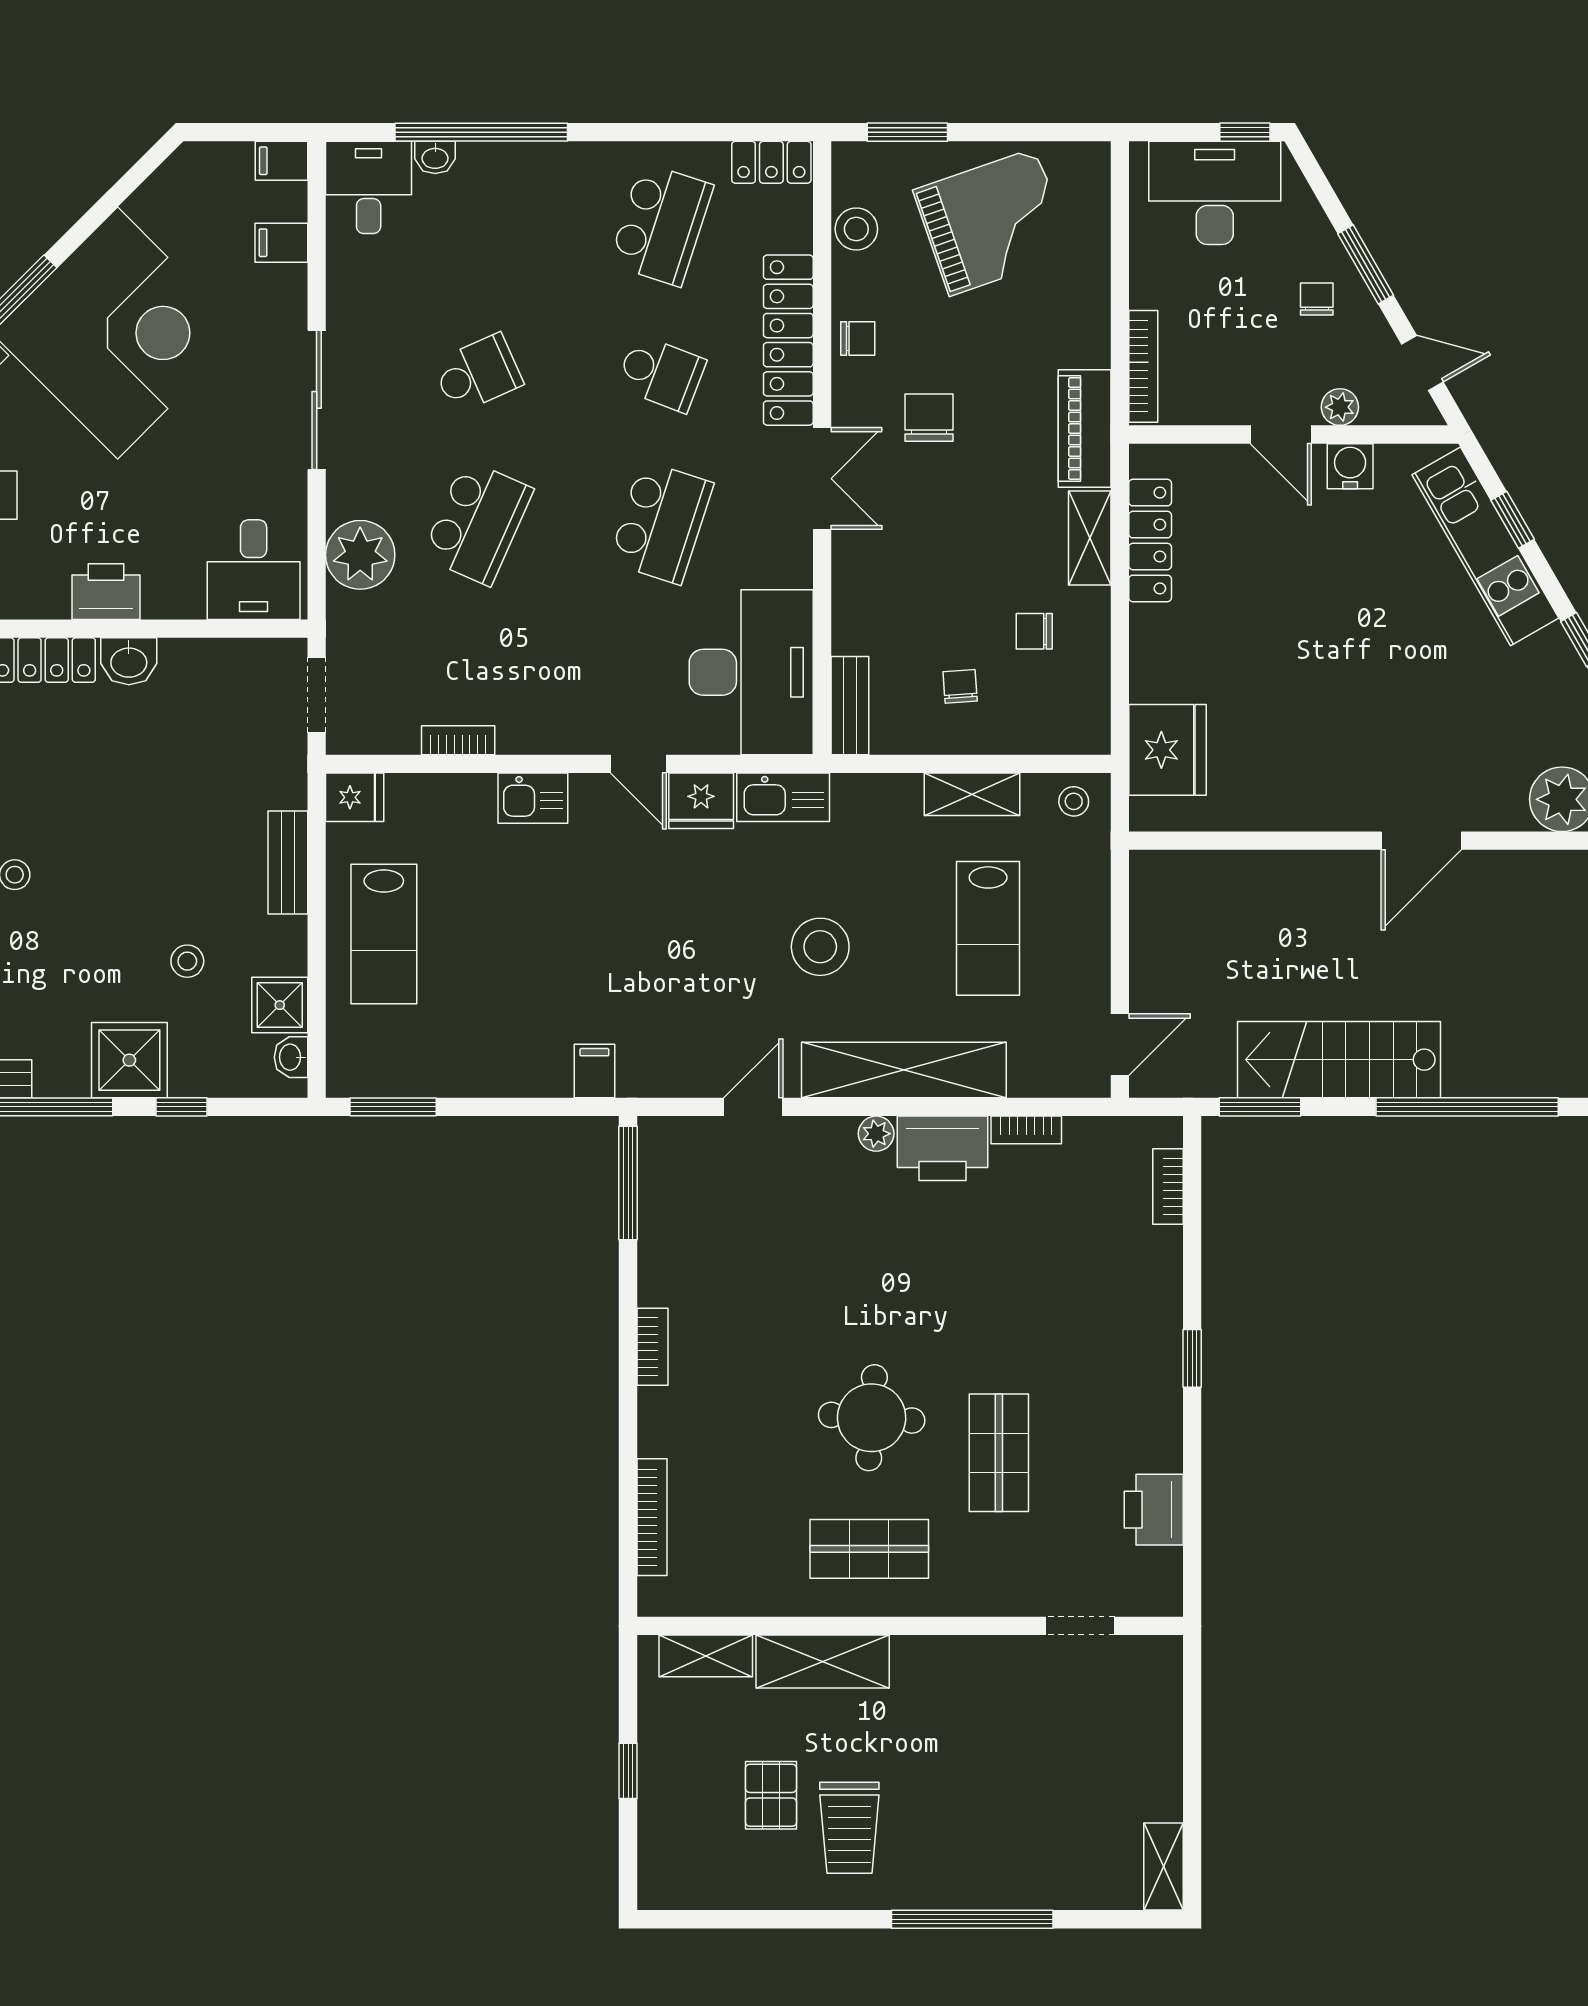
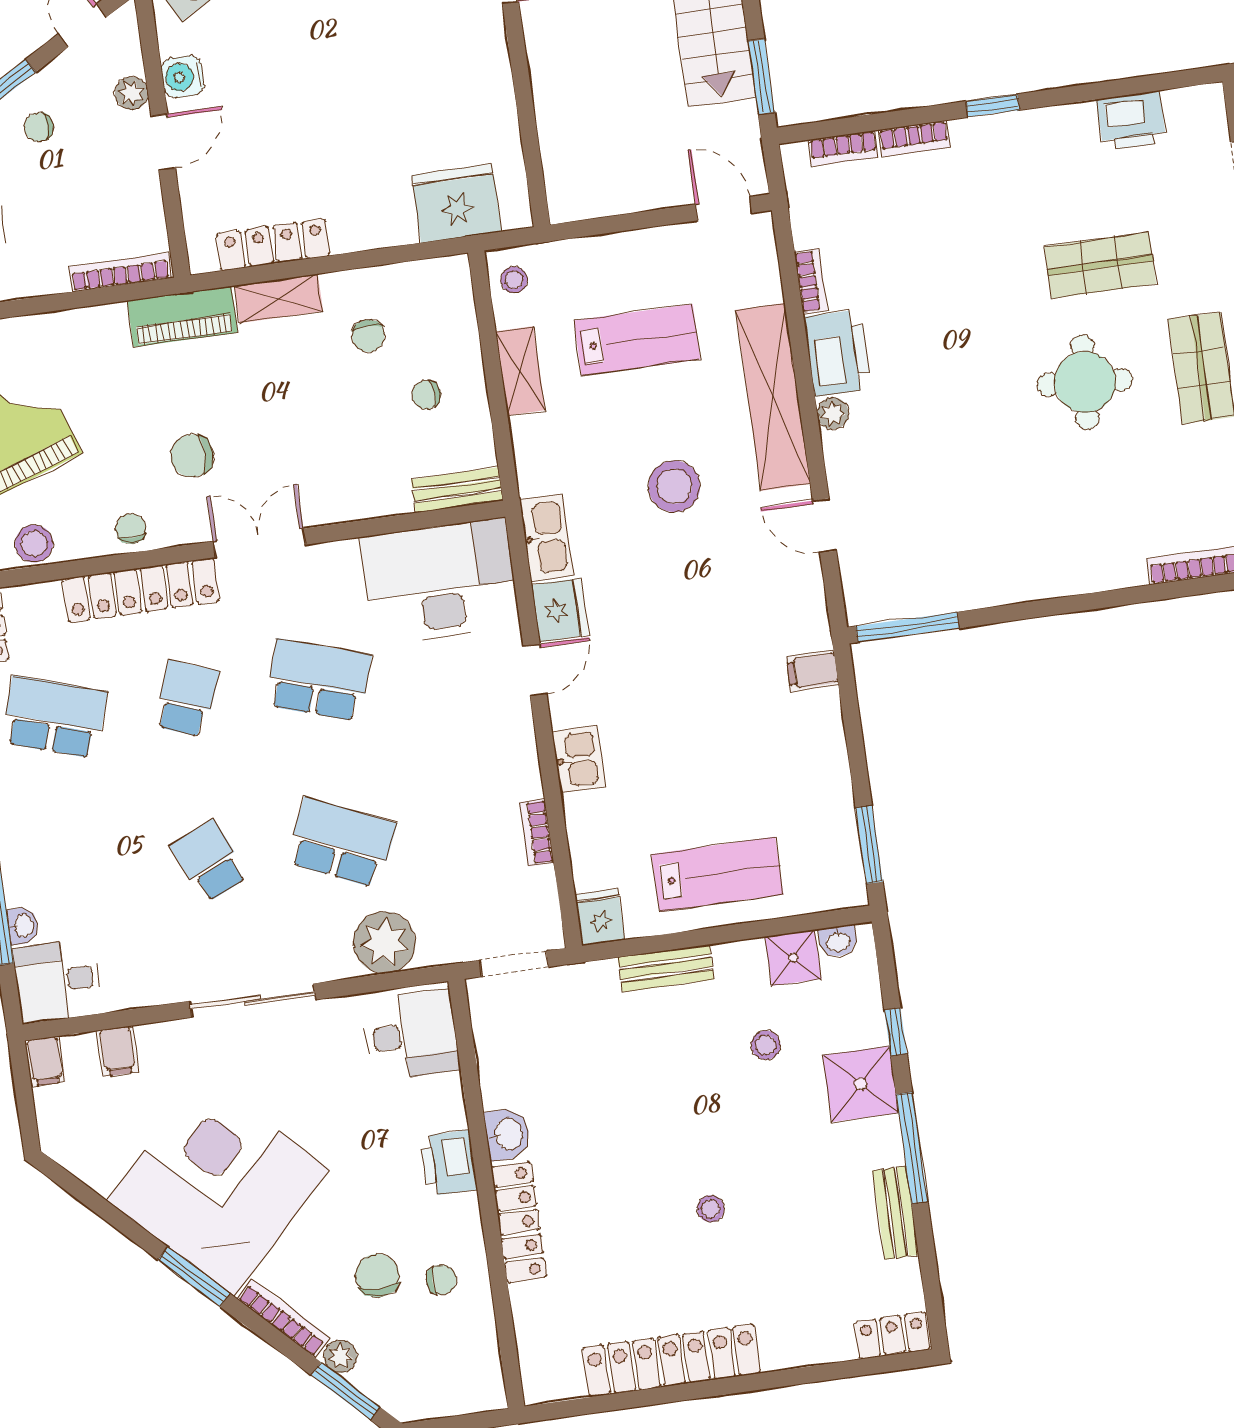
bookcase: (652, 1347) -> (914, 139), moved, turned 180

